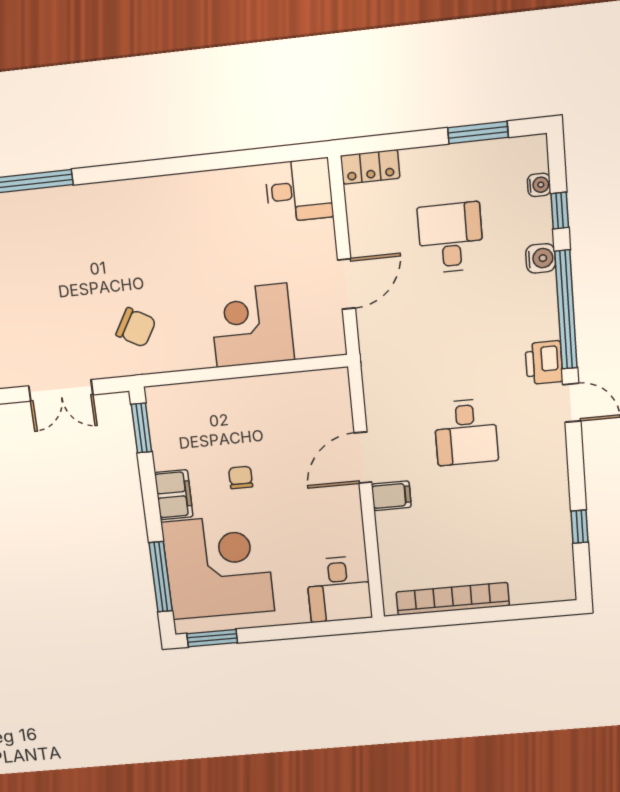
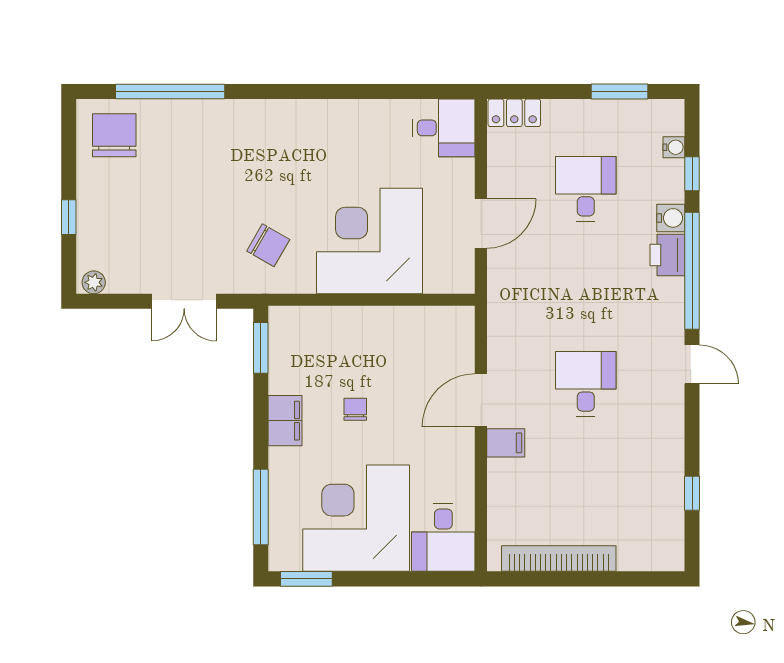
corner desk: (252, 326) -> (370, 241), width x1.36, depth x1.36
printer: (544, 363) -> (667, 255), moved
desk: (466, 432) -> (586, 384), turned 180
corner desk: (218, 567) -> (356, 518), moved, turned -90

